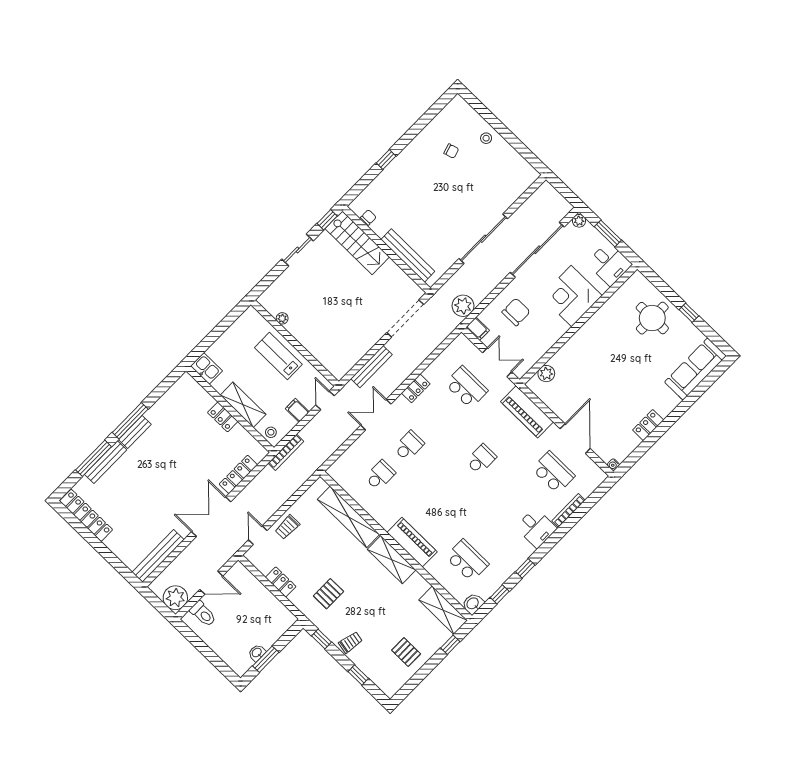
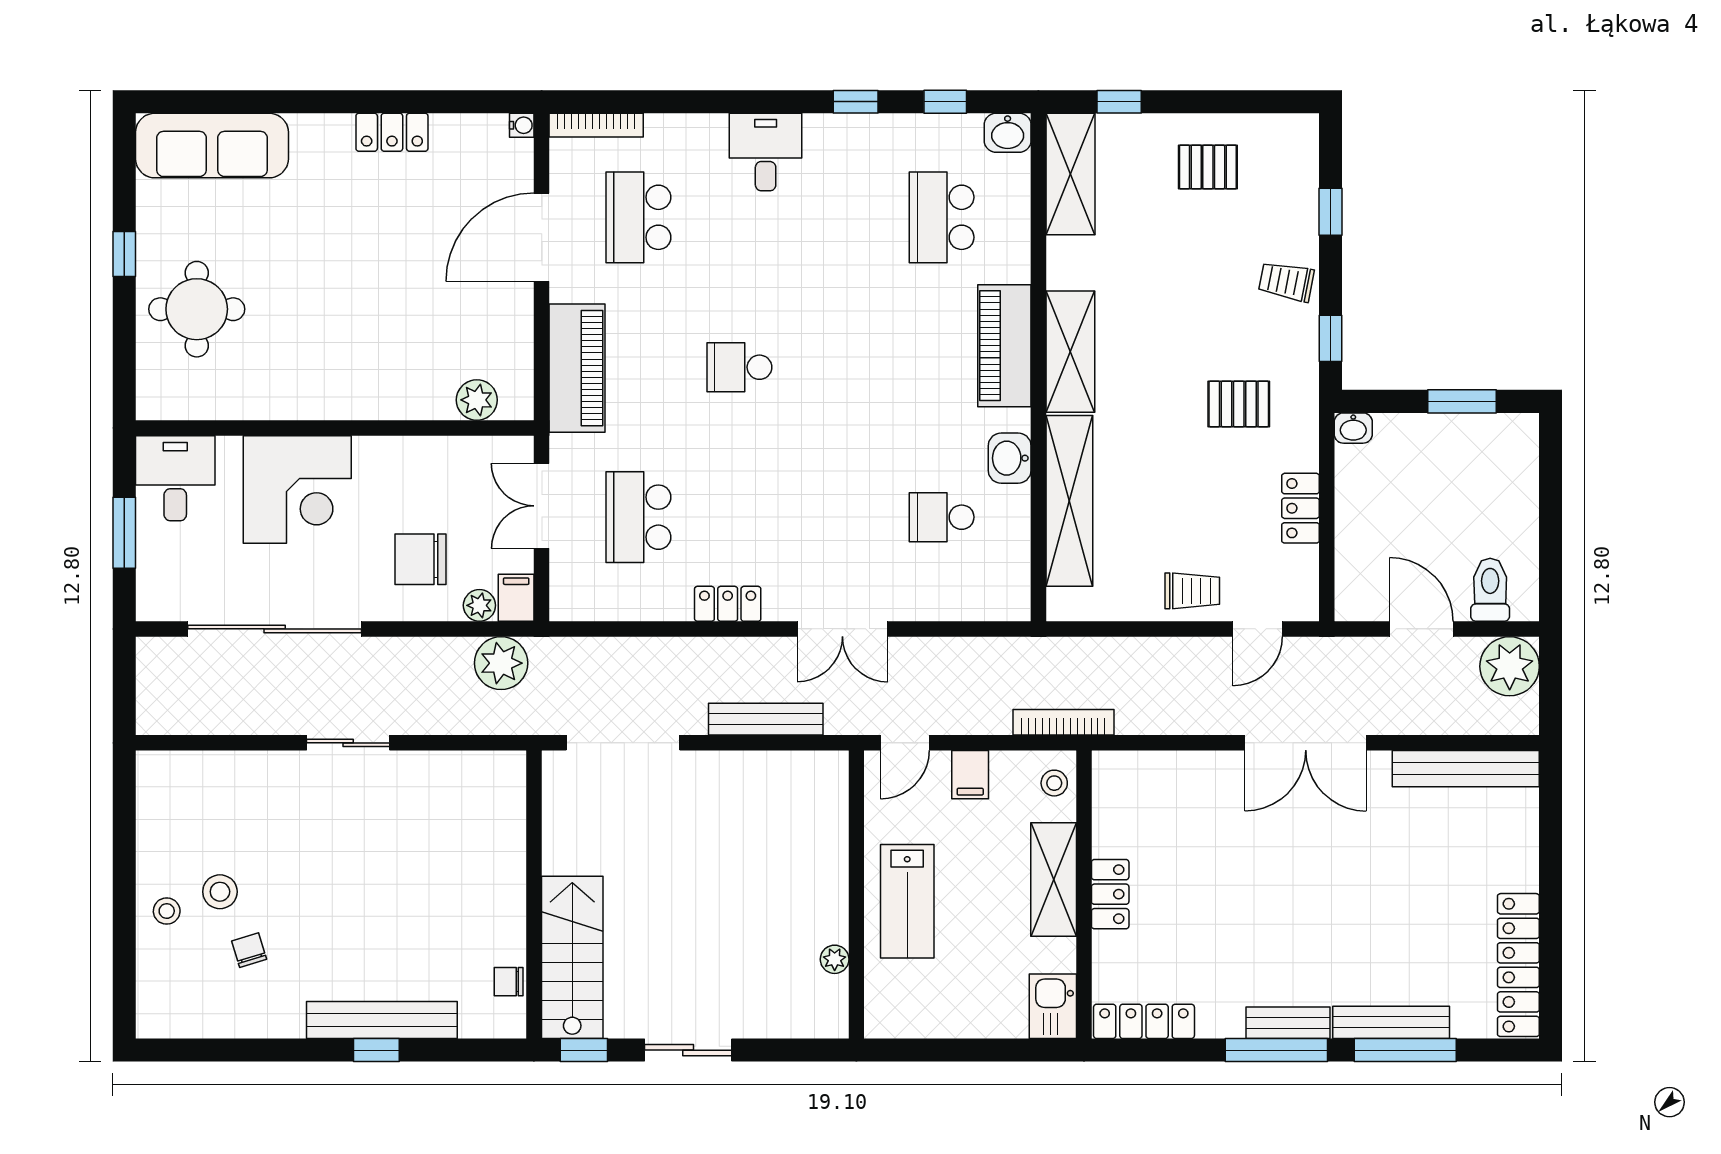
stool: (477, 159) -> (220, 892), added
plant: (579, 221) -> (479, 605), moved
sliding door: (483, 239) -> (348, 743), width x0.54
bench: (408, 255) -> (382, 1020), moved, turned 90
school desk: (409, 446) -> (841, 517), removed
locker: (238, 474) -> (1144, 1021), moved, turned 180
bookcase: (568, 511) -> (596, 125), moved
washbasin: (378, 512) -> (1010, 458), added
pallet: (406, 652) -> (1208, 167), turned 90
washbasin: (257, 653) -> (1353, 428), moved

